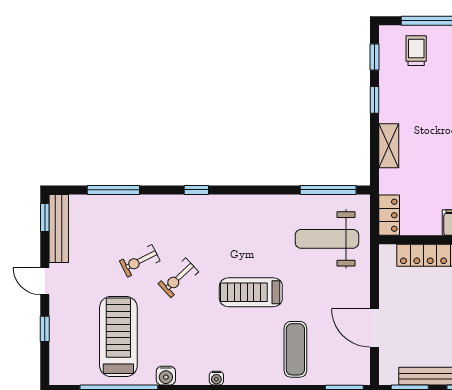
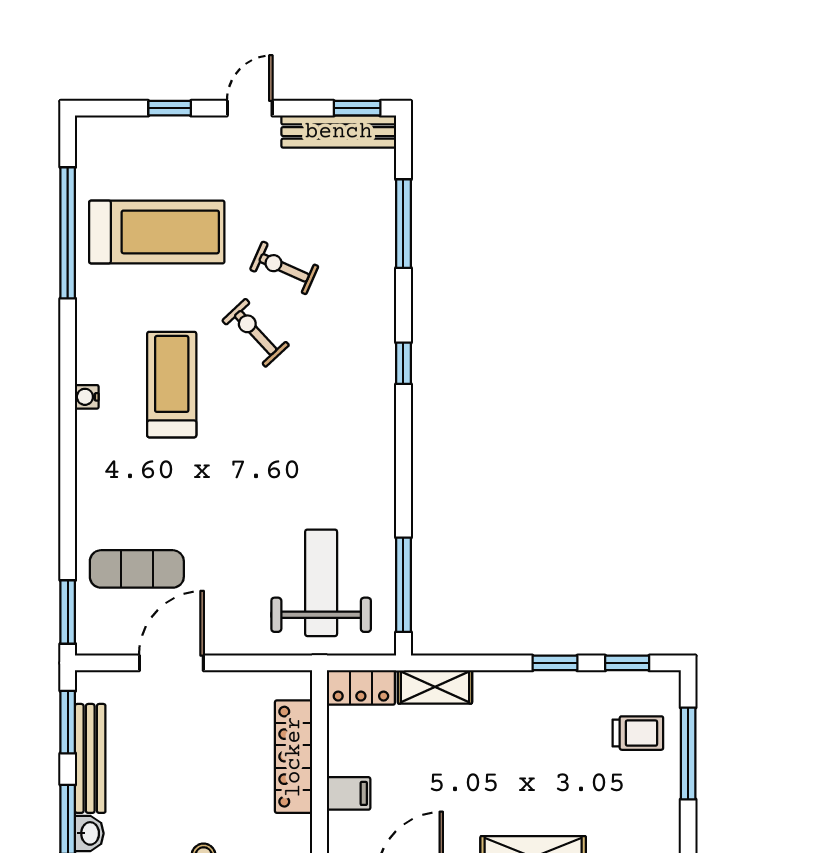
shelving: (389, 146) -> (435, 687), moved
exercise bike: (140, 261) -> (284, 268), turned -39
treadmill: (251, 292) -> (172, 385), moved
exercise mat: (295, 349) -> (137, 569), moved
water cooler: (166, 376) -> (91, 312), removed

